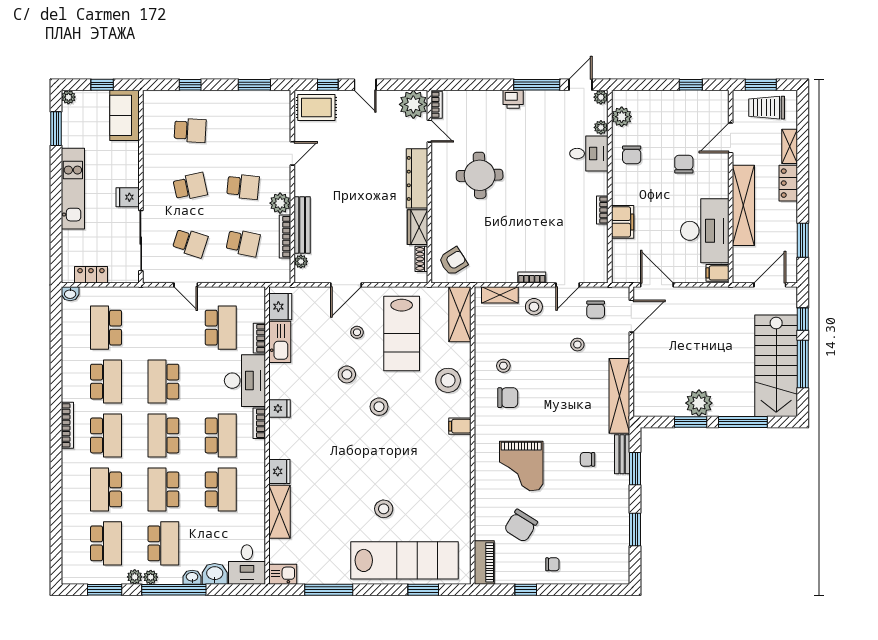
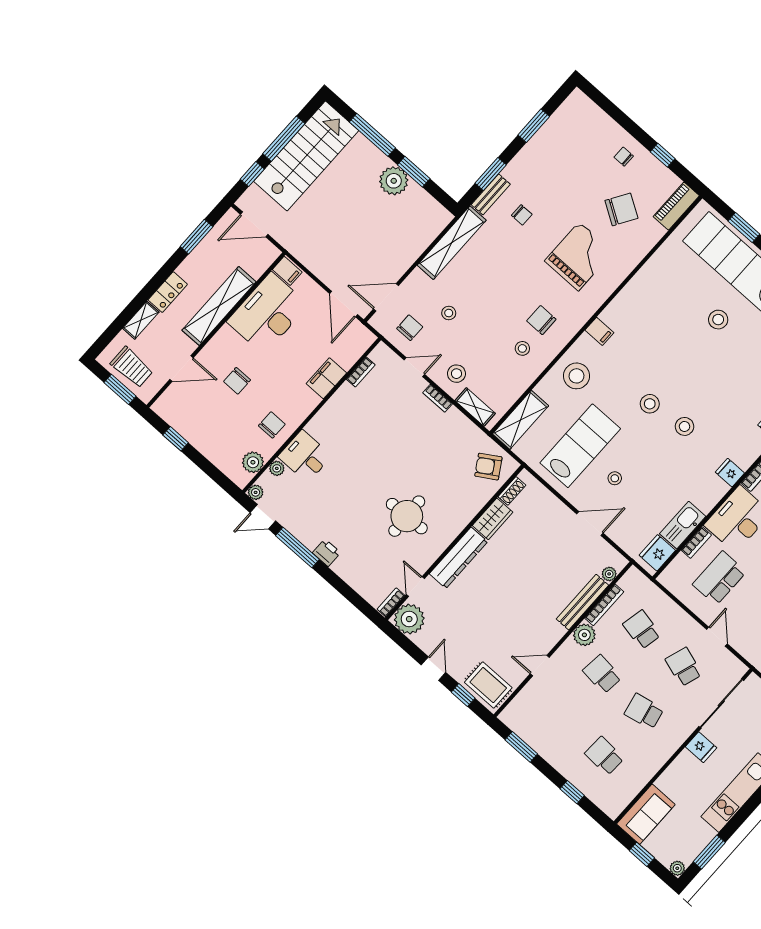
bookcase: (602, 210) -> (361, 372), moved
stool: (347, 374) -> (684, 426), moved

